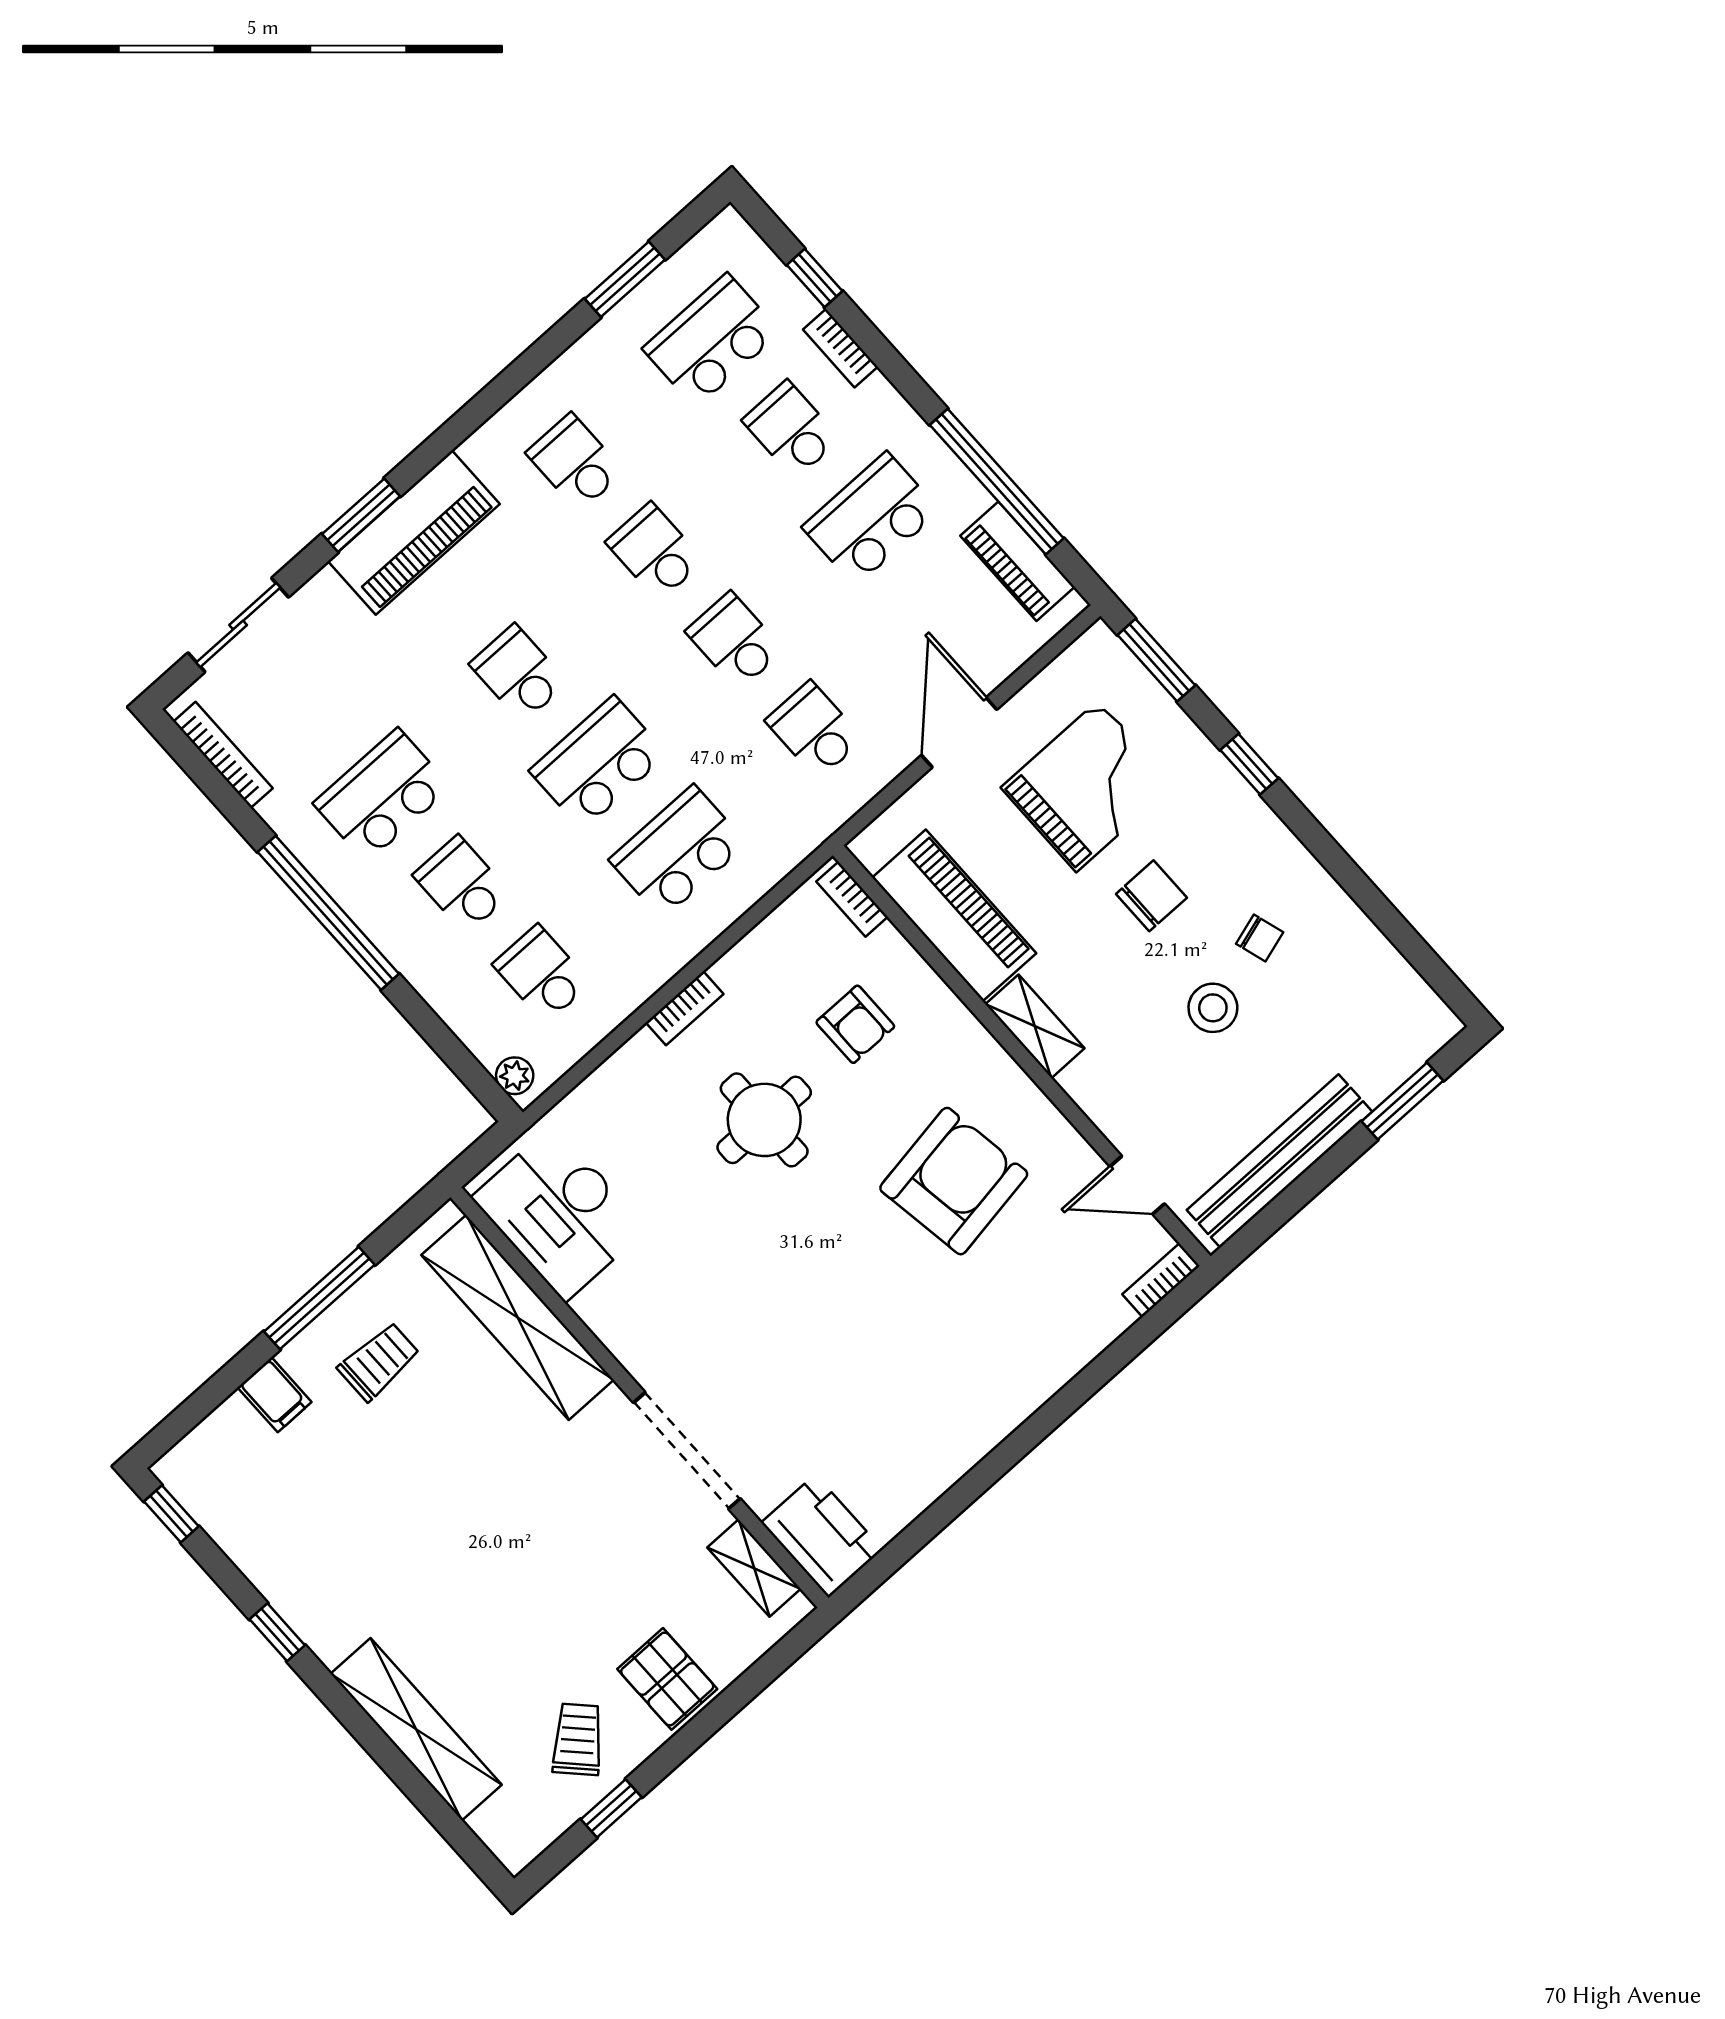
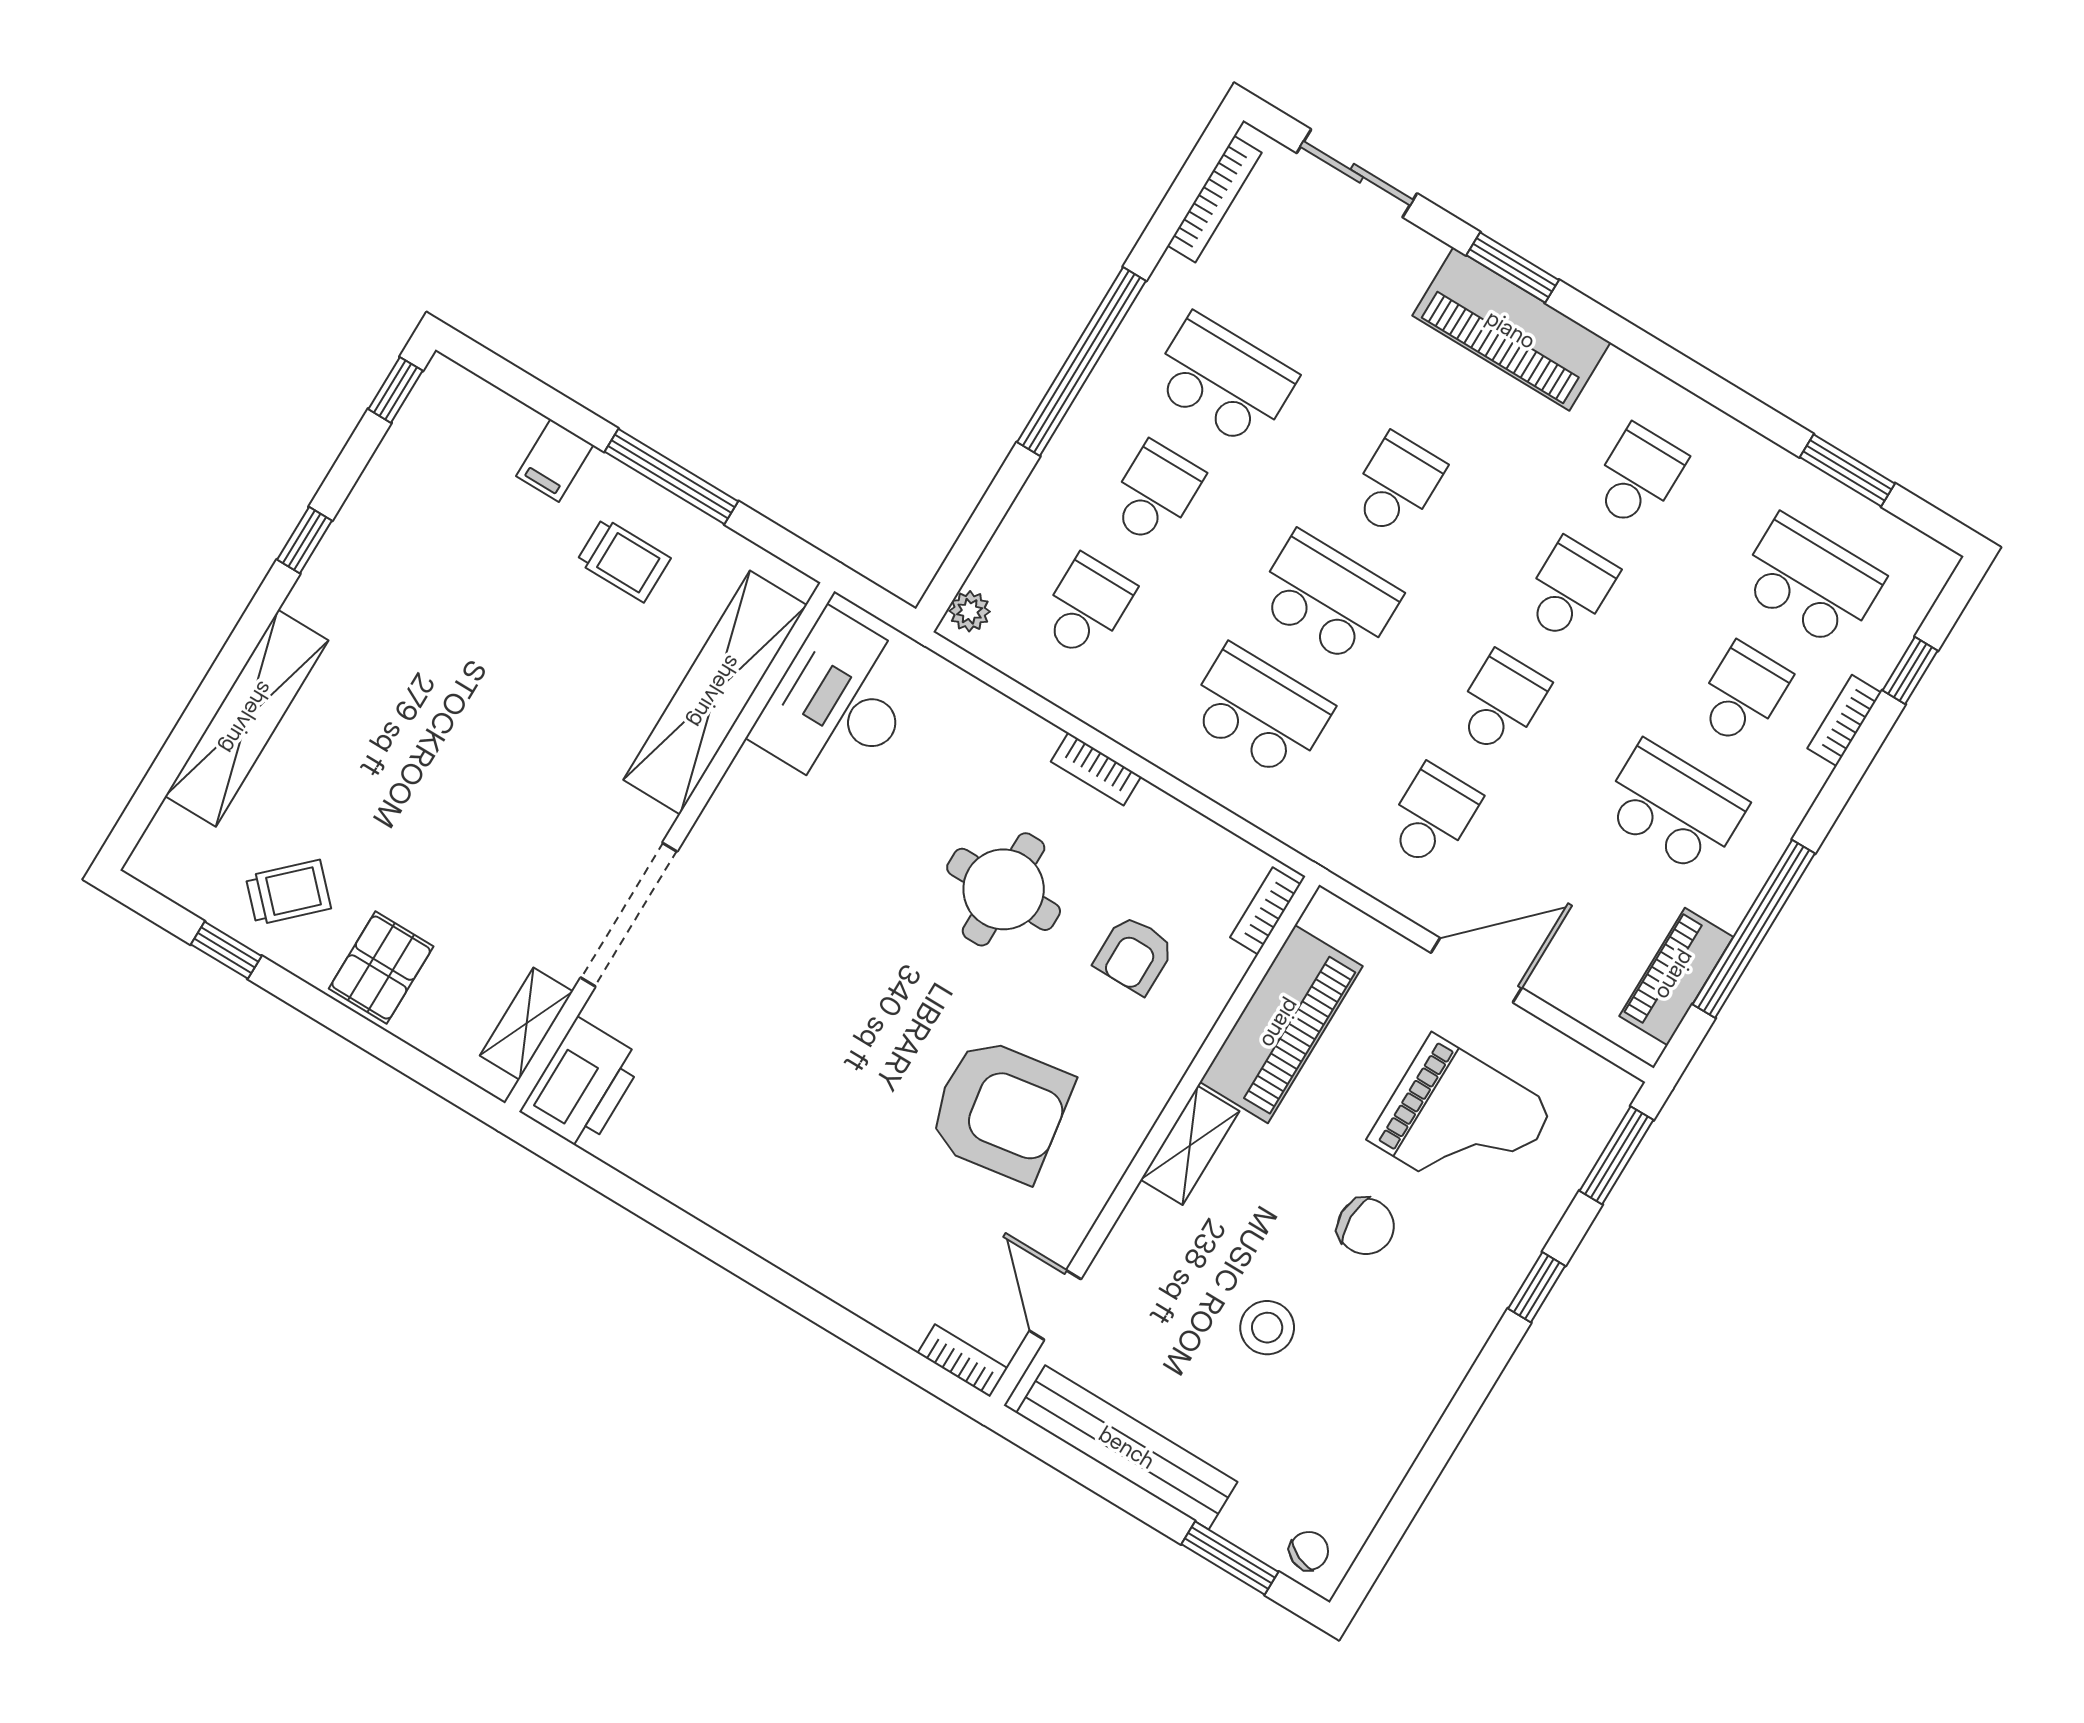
chair: (1260, 938) -> (1309, 1551), moved, turned -139

